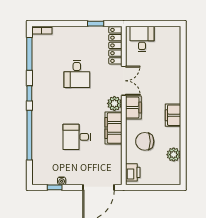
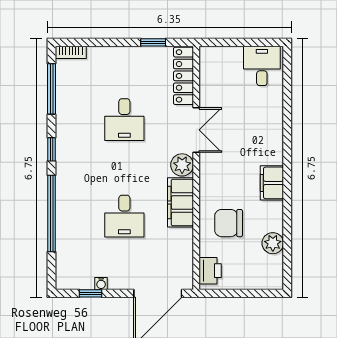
desk: (142, 39) -> (262, 66), moved
filing cabinet: (133, 107) -> (211, 171), removed
desk: (77, 137) -> (124, 216), turned -90

